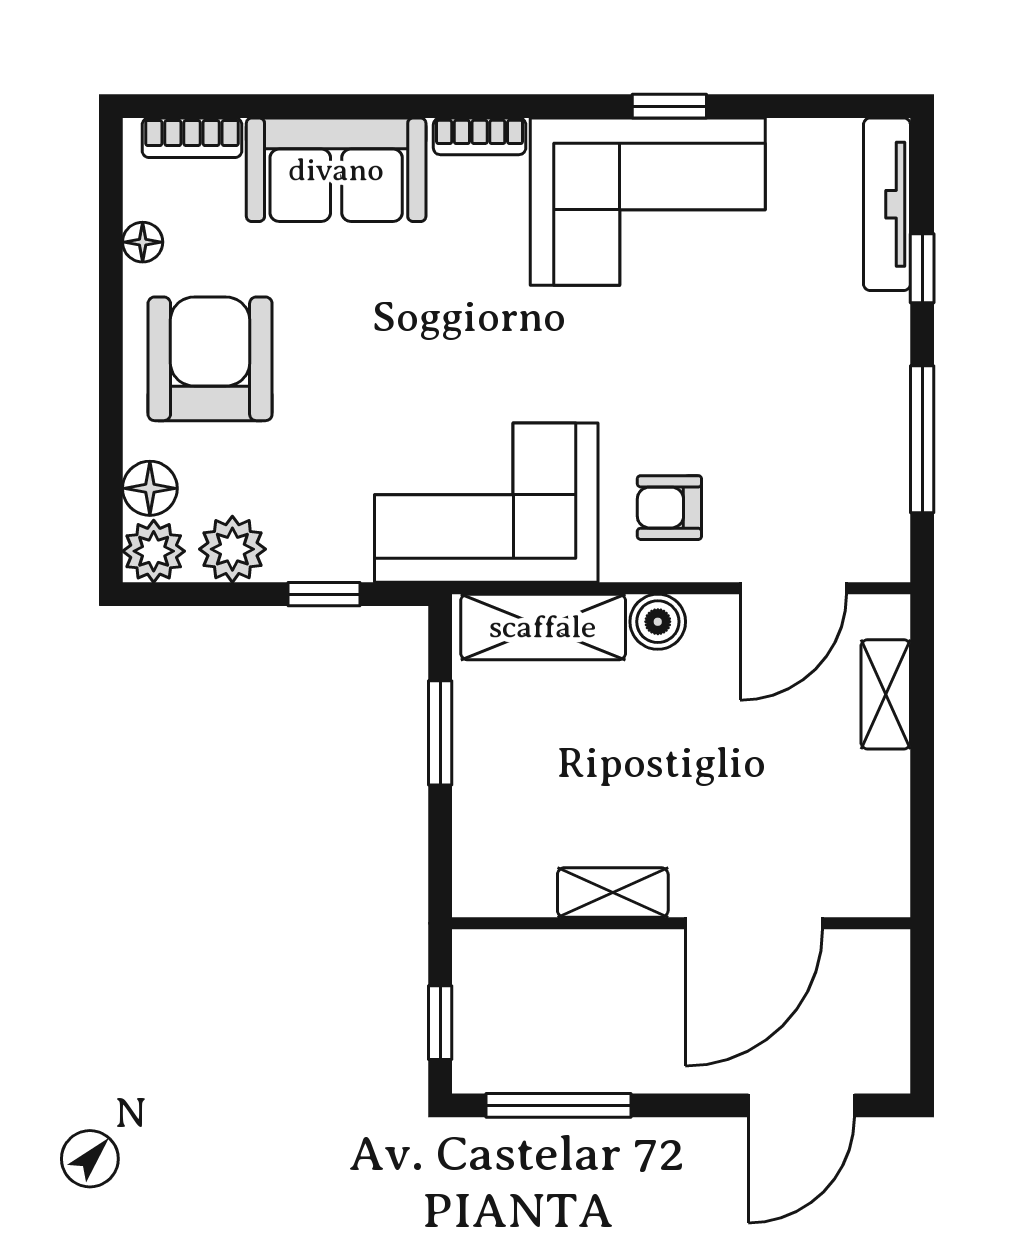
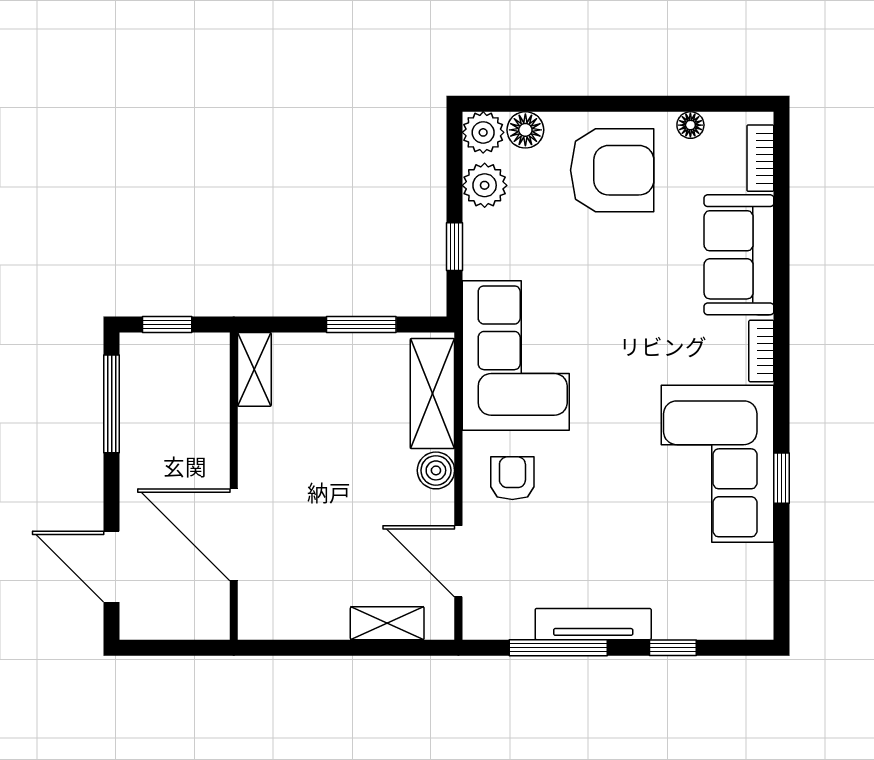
tv unit: (887, 204) -> (593, 624), moved
shelving: (613, 892) -> (254, 369), moved

